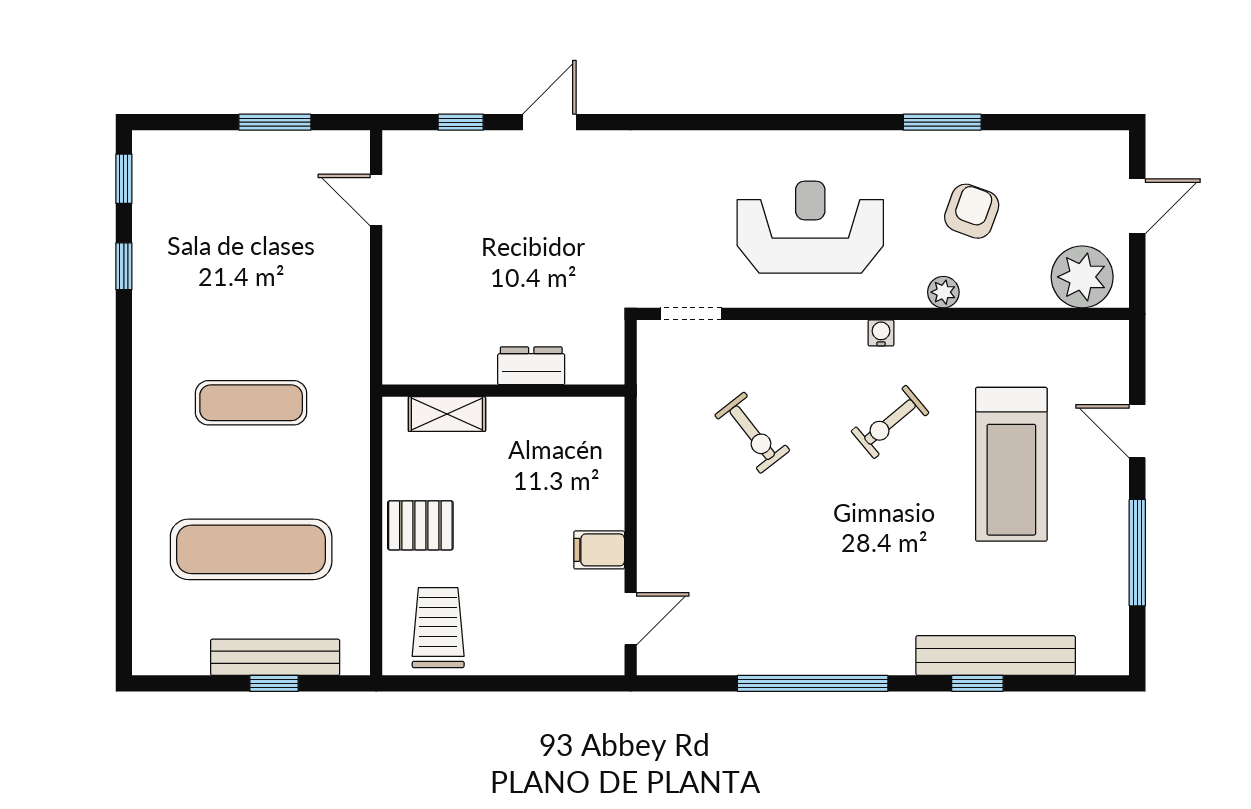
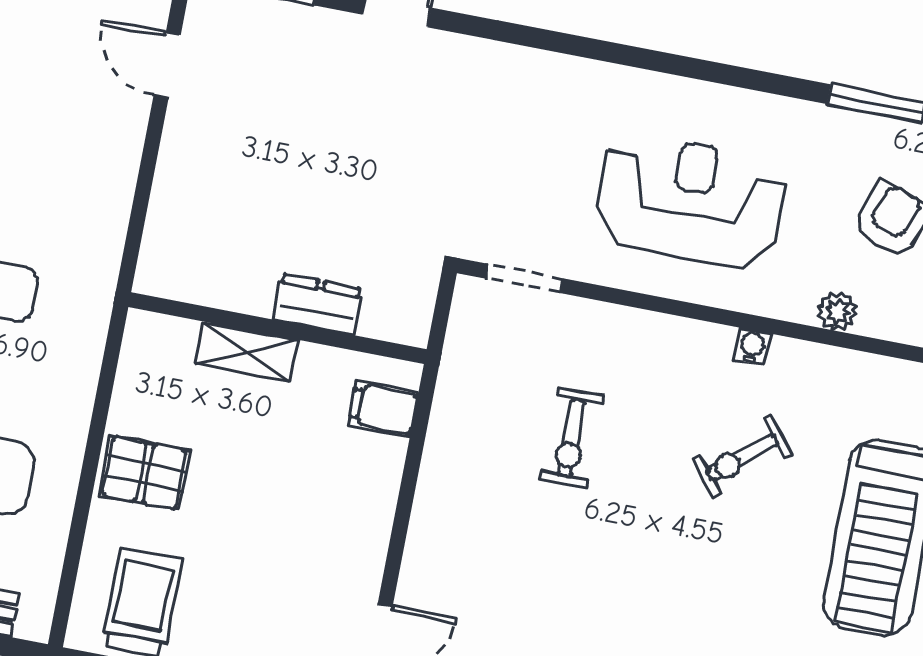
shelving: (447, 414) -> (247, 352), moved
exercise bike: (752, 433) -> (572, 438), turned 38
filing cabinet: (599, 550) -> (383, 409), moved

